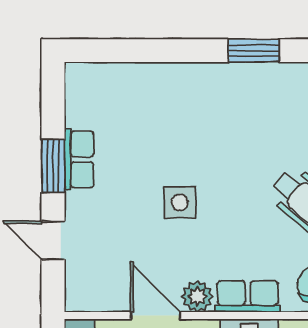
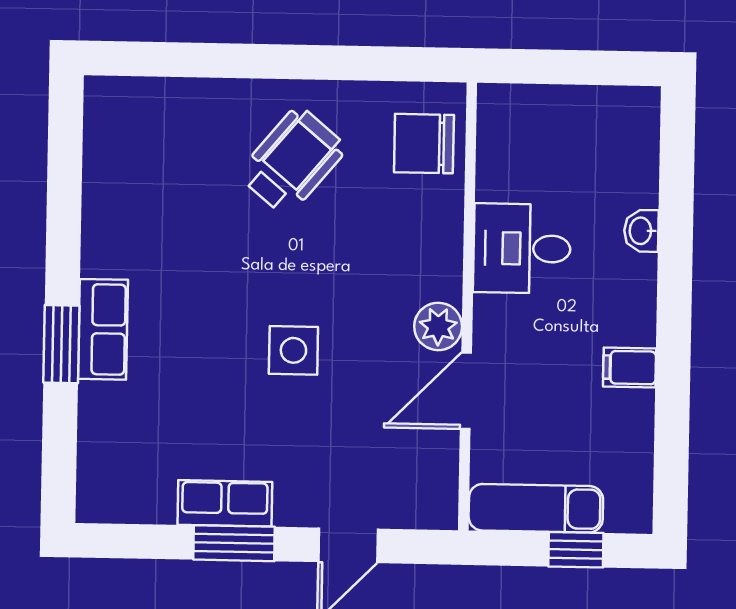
window: (254, 51) -> (61, 344), moved
row of seats: (248, 296) -> (103, 329), moved, turned 180

